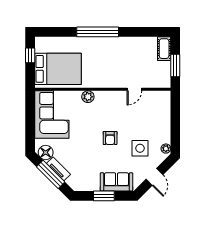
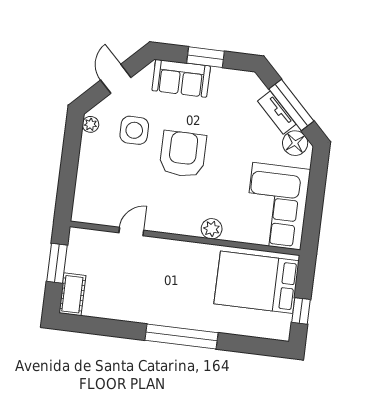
armchair: (110, 138) -> (183, 154), width x1.88, depth x1.88

